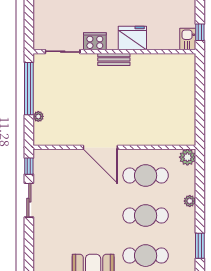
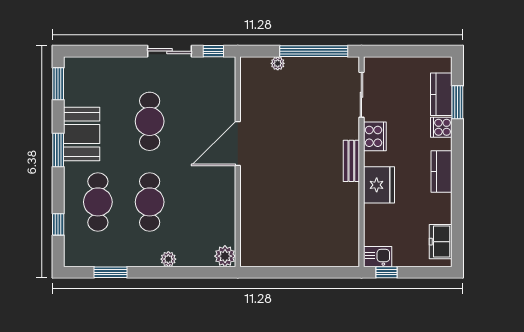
cafe table: (146, 175) -> (150, 121), moved

